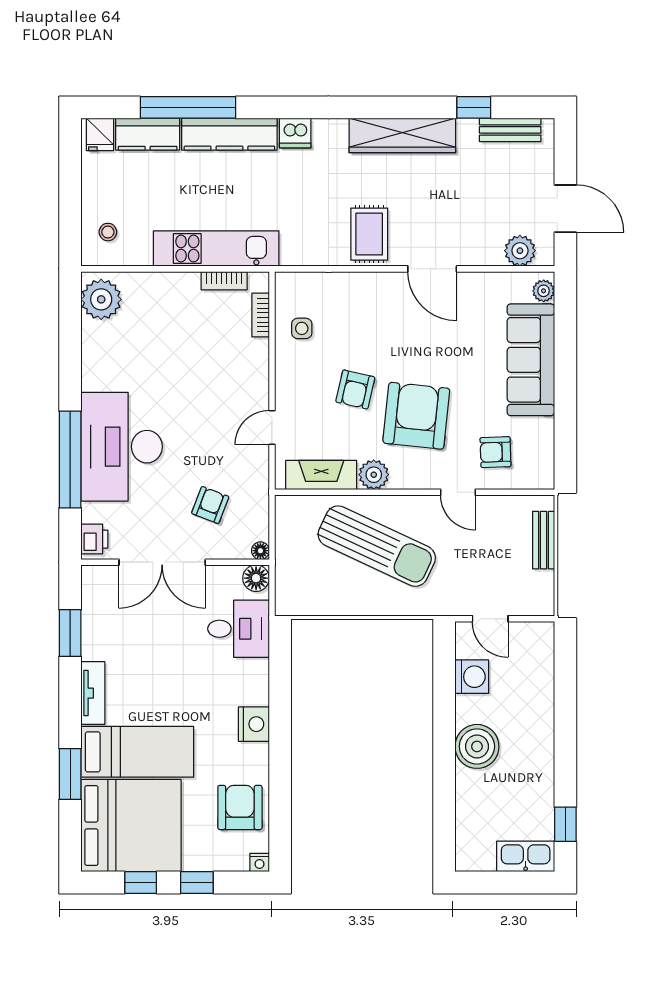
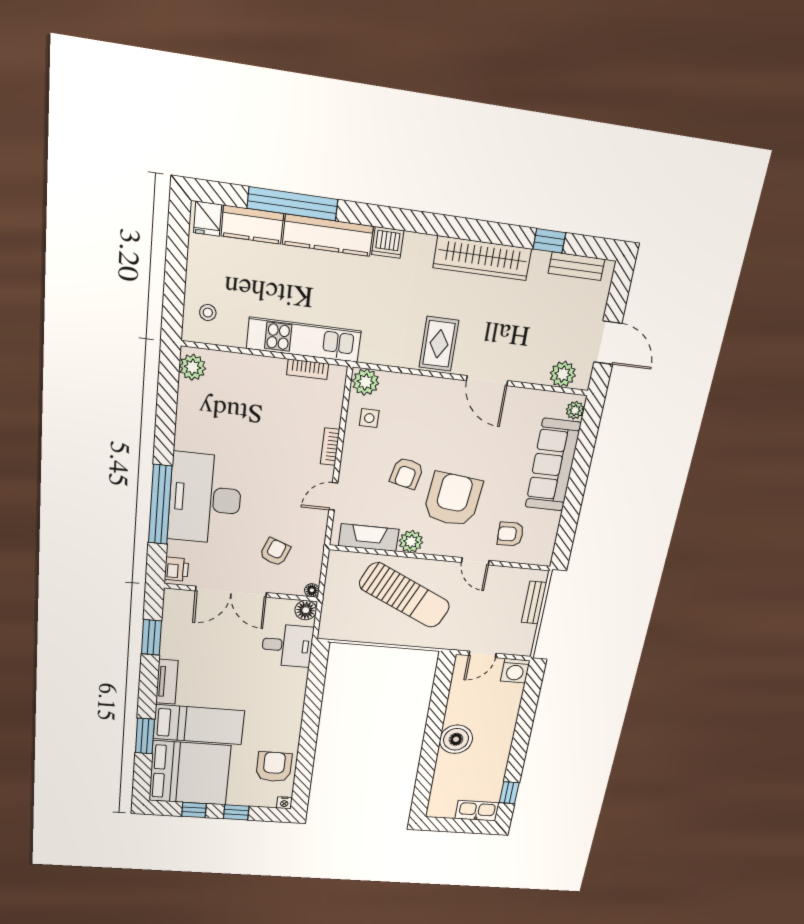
plant: (292, 287) -> (366, 382), added
plant: (101, 299) -> (193, 367), width x0.73, depth x0.73
bookcase: (261, 315) -> (330, 447), moved
door: (490, 619) -> (482, 654), hinge flipped
washing machine: (472, 677) -> (515, 671), moved, turned 90
nightstand: (254, 724) -> (291, 712), removed

